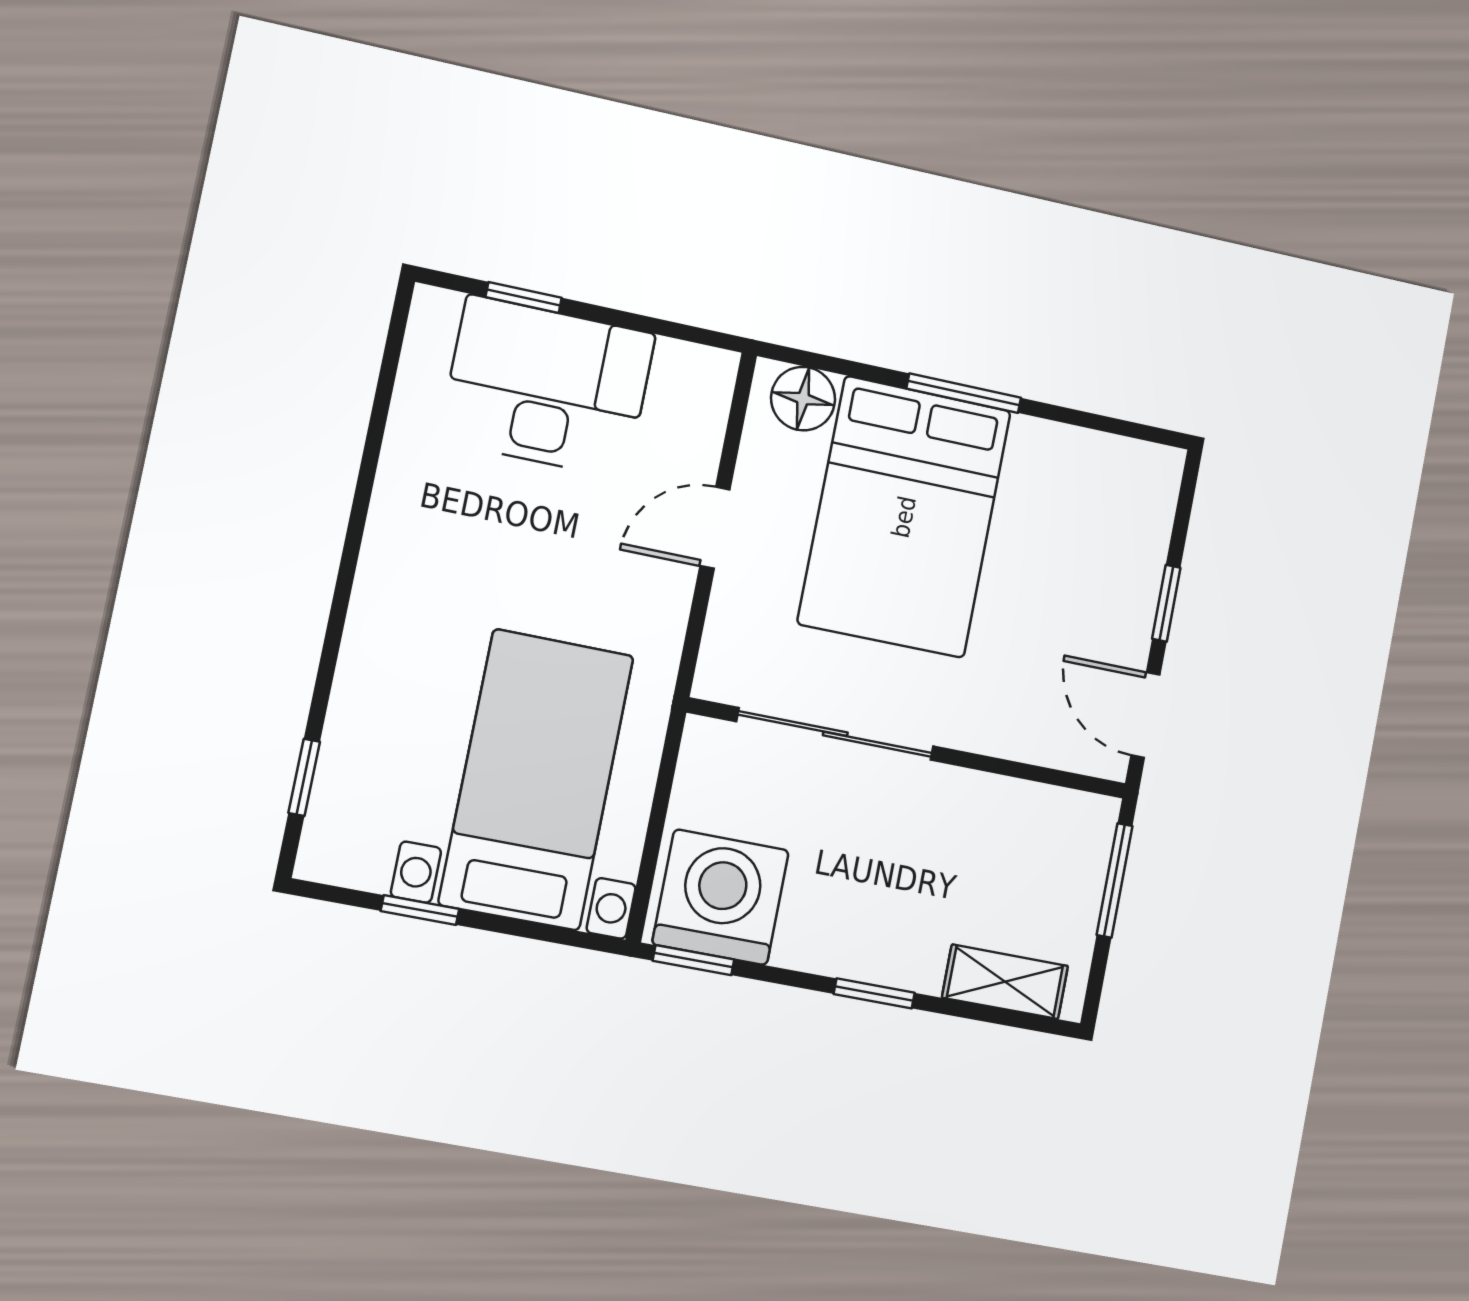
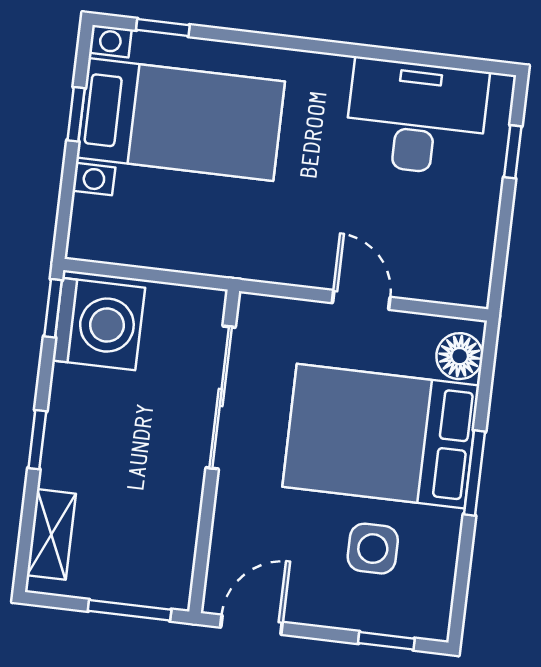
desk: (547, 387) -> (416, 117), moved, turned -90
side table: (1055, 541) -> (373, 549), added
window: (1166, 603) -> (386, 641), moved
bed with nightstands: (536, 780) -> (181, 119), moved

